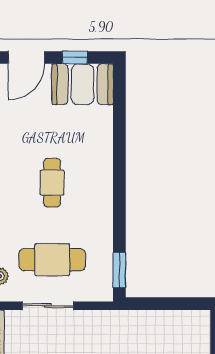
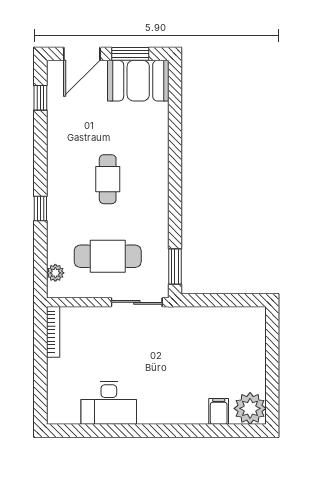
window: (75, 58) -> (130, 54), width x1.50
sliding door: (48, 306) -> (137, 302), moved

